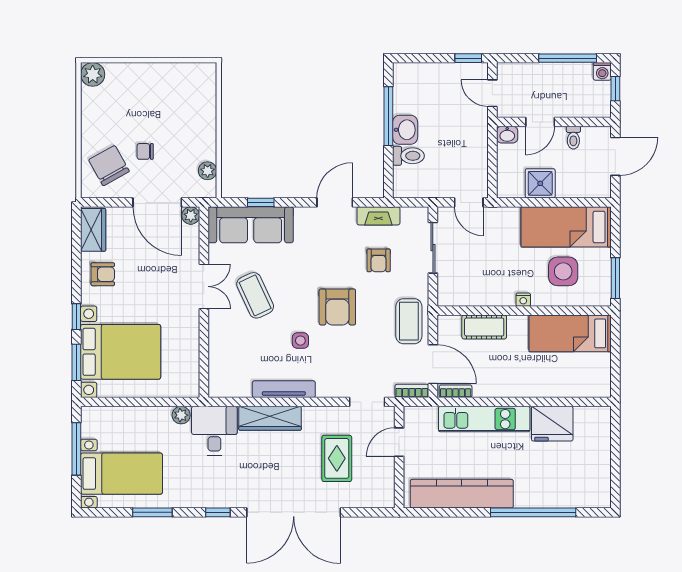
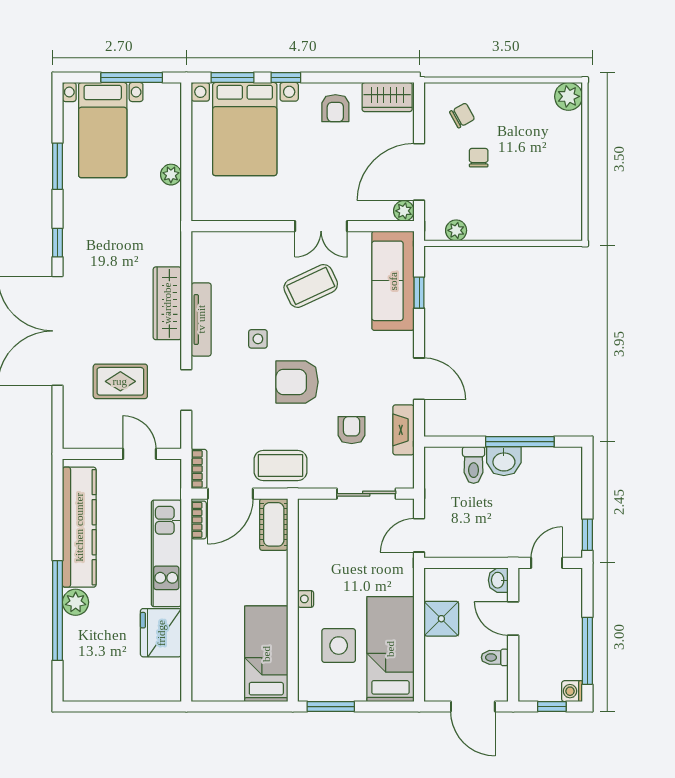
chair: (109, 166) -> (462, 115), width x0.54, depth x0.54
armchair: (379, 260) -> (352, 430), turned 90
cot: (484, 327) -> (274, 524), moved
doorway: (367, 402) -> (186, 390), moved
plant: (181, 415) -> (171, 175), moved
desk: (214, 431) -> (153, 238), removed
plant: (526, 497) -> (76, 602), added

